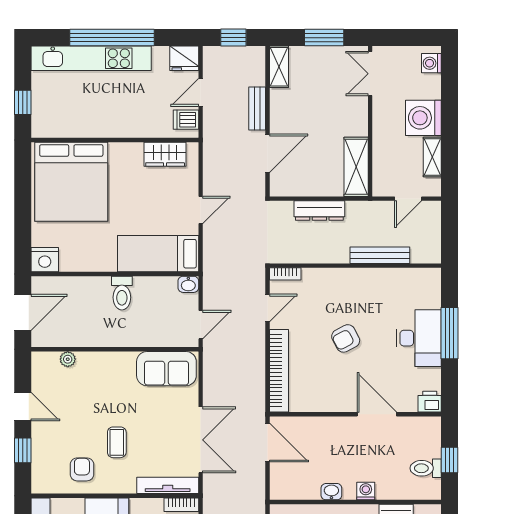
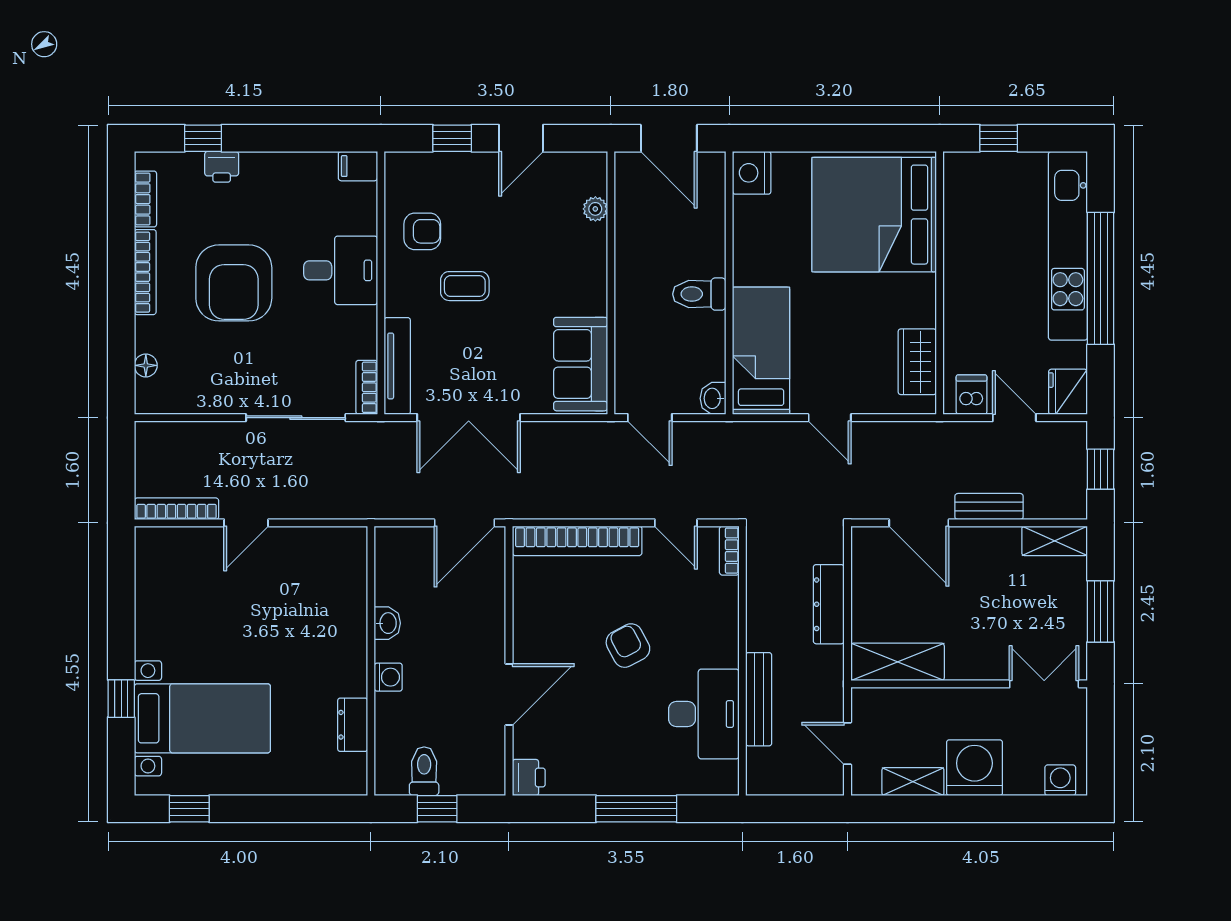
desk: (419, 338) -> (704, 714), moved, turned -90

